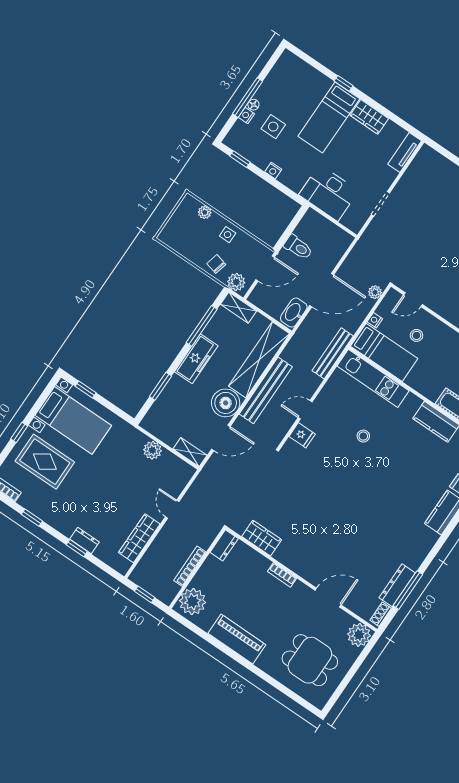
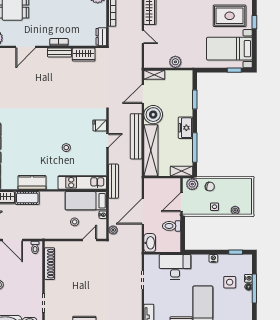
washbasin: (294, 313) -> (150, 243), moved
freezer: (196, 359) -> (185, 128), width x0.71
bench: (290, 561) -> (59, 53), added

